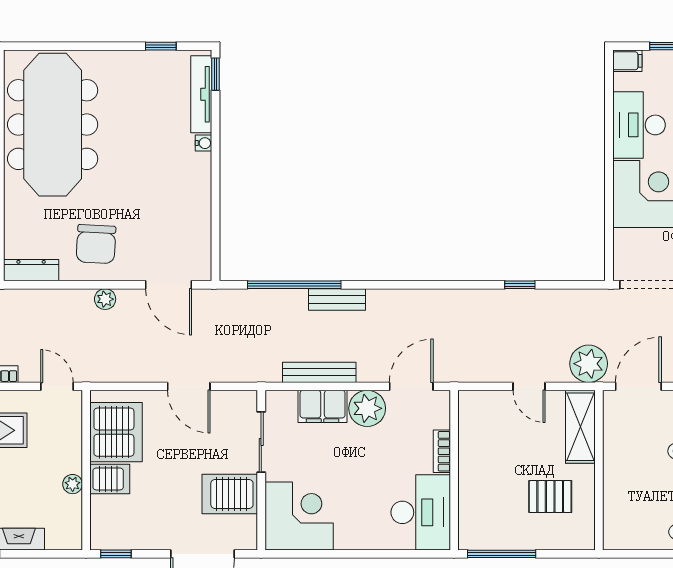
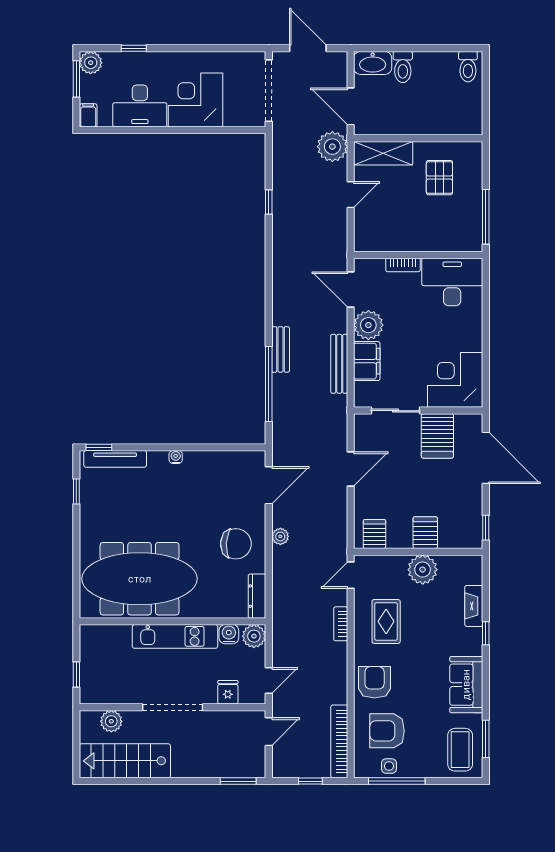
water cooler: (204, 143) -> (176, 457), moved
server rack: (116, 432) -> (374, 534), width x0.46, depth x0.70
plant: (73, 484) -> (423, 570), width x1.88, depth x1.88

